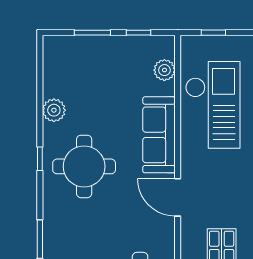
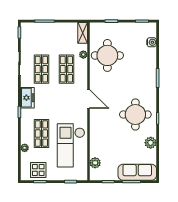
sofa: (159, 135) -> (137, 172), moved, turned -90

